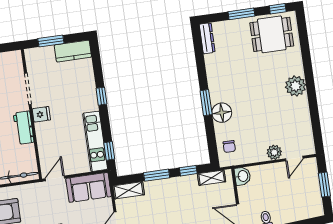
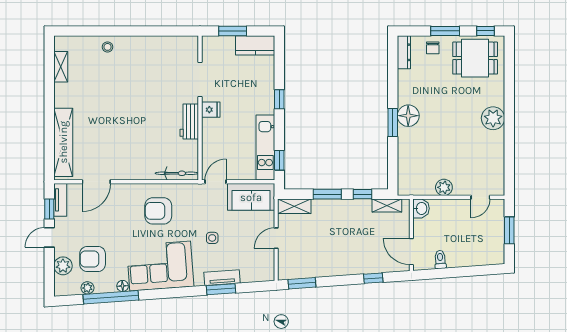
floor lamp: (222, 113) -> (408, 116), moved
chair: (229, 146) -> (433, 48), moved
plant: (274, 152) -> (444, 187), moved

